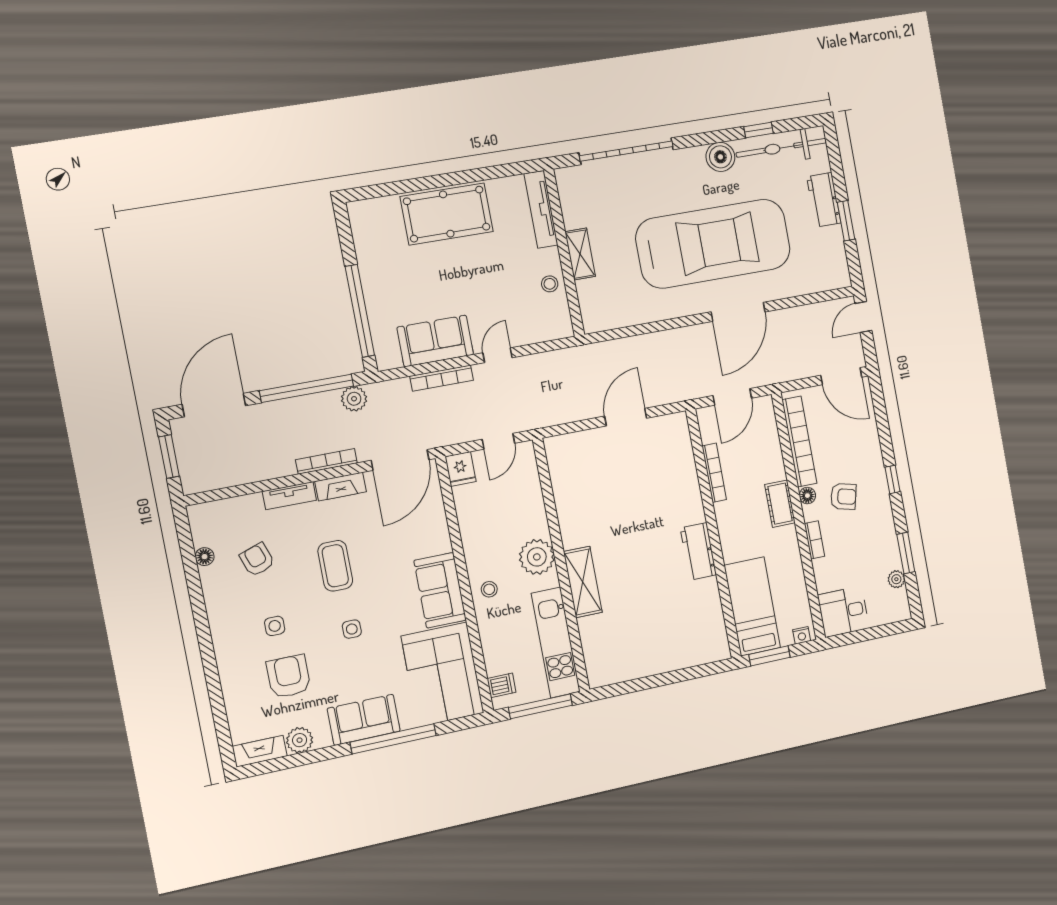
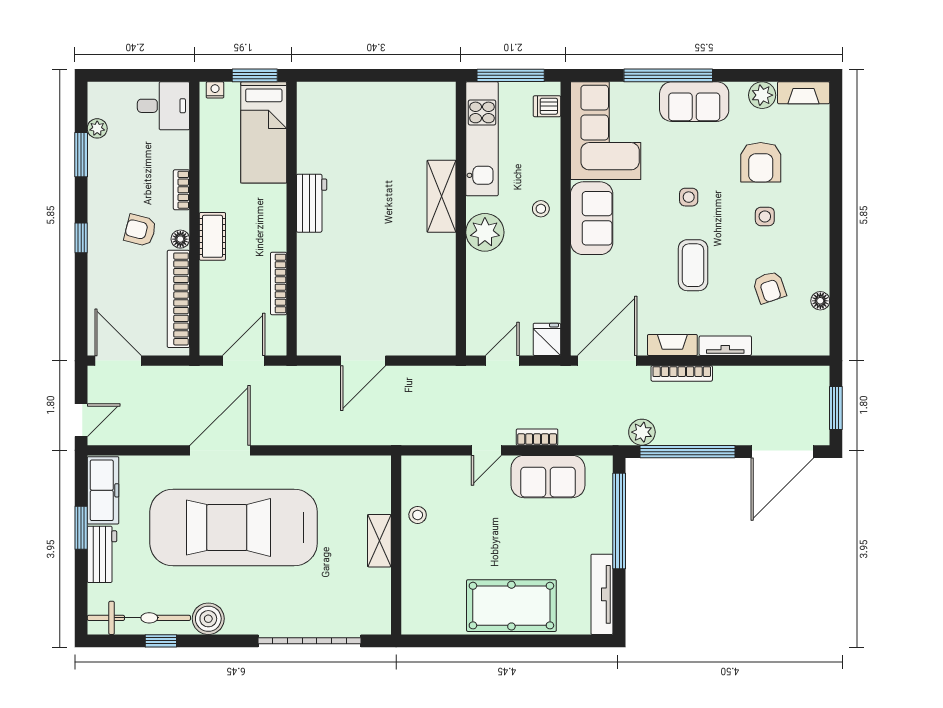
tv unit: (541, 209) -> (602, 594), moved, turned 180
freezer: (833, 258) -> (103, 490), added
bookcase: (442, 378) -> (537, 437), width x0.64

